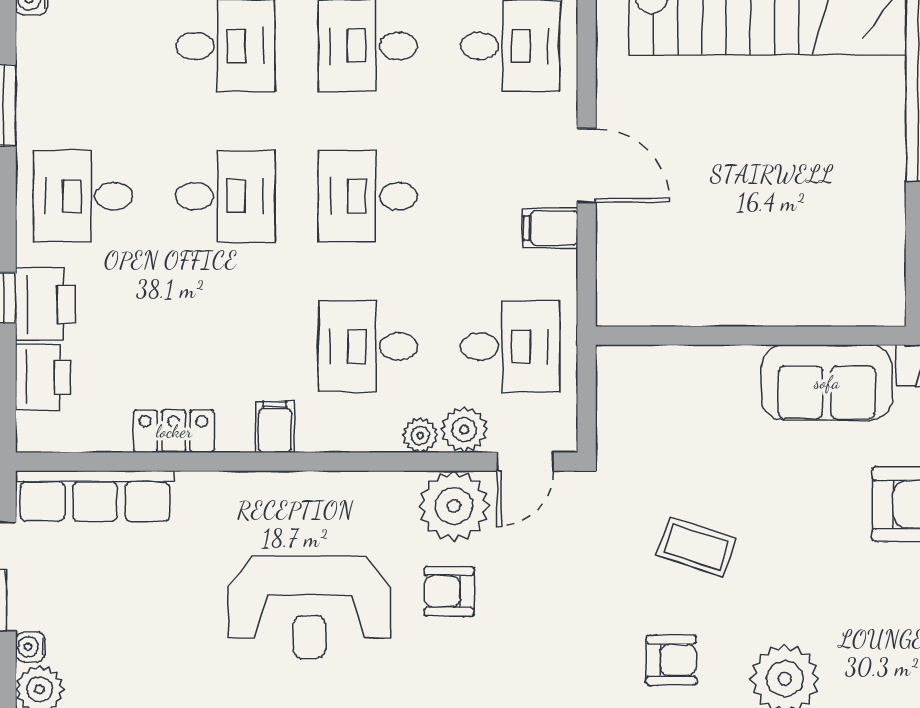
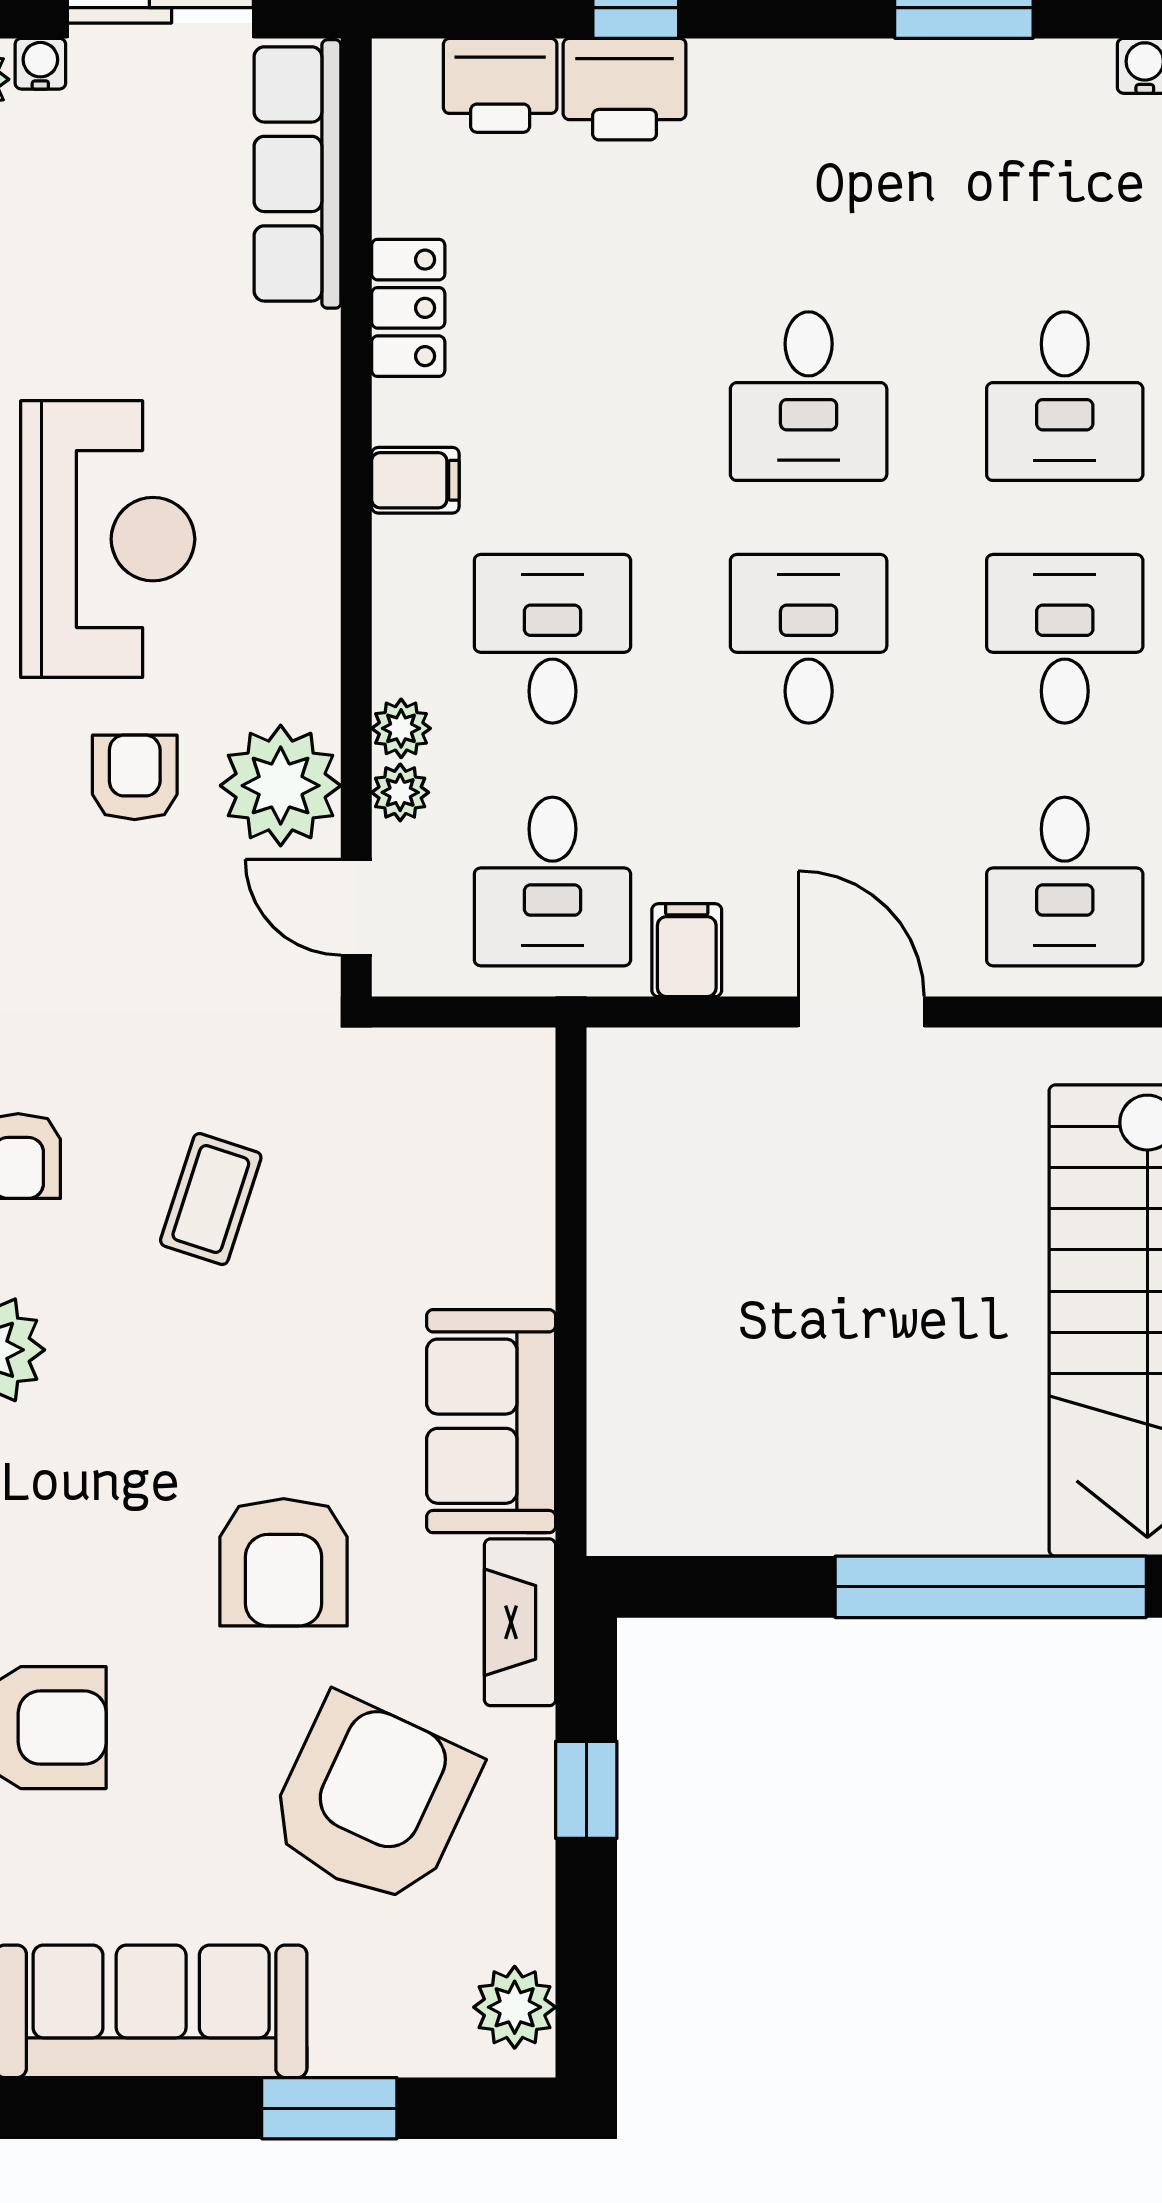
door: (587, 165) -> (861, 1012), swing flipped
desk: (83, 196) -> (809, 153), removed
filing cabinet: (550, 228) -> (687, 950), moved
plant: (464, 430) -> (400, 792), width x0.73, depth x0.73
reception desk: (309, 607) -> (108, 539), turned 180

